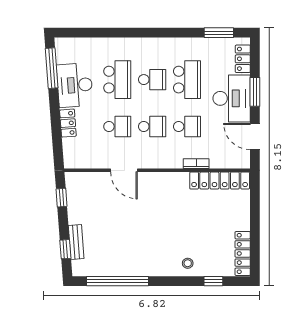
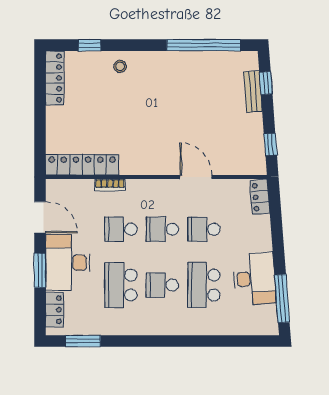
locker: (68, 123) -> (260, 197), moved

